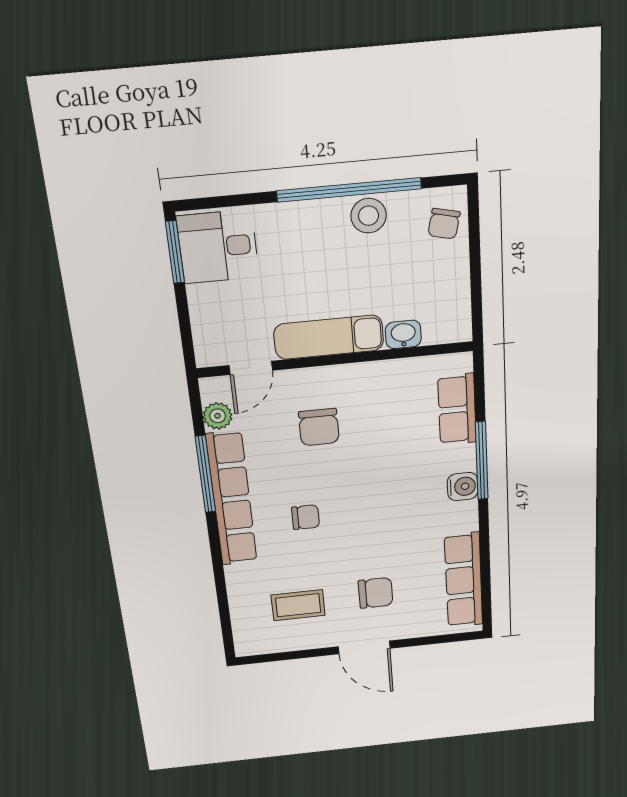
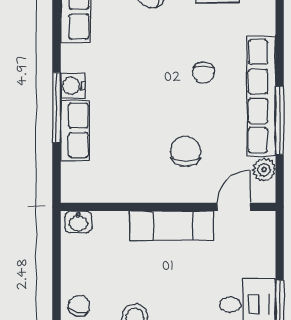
washbasin: (403, 334) -> (78, 222), moved
row of seats: (457, 409) -> (75, 130), moved
chair: (306, 517) -> (203, 73), turned -90

